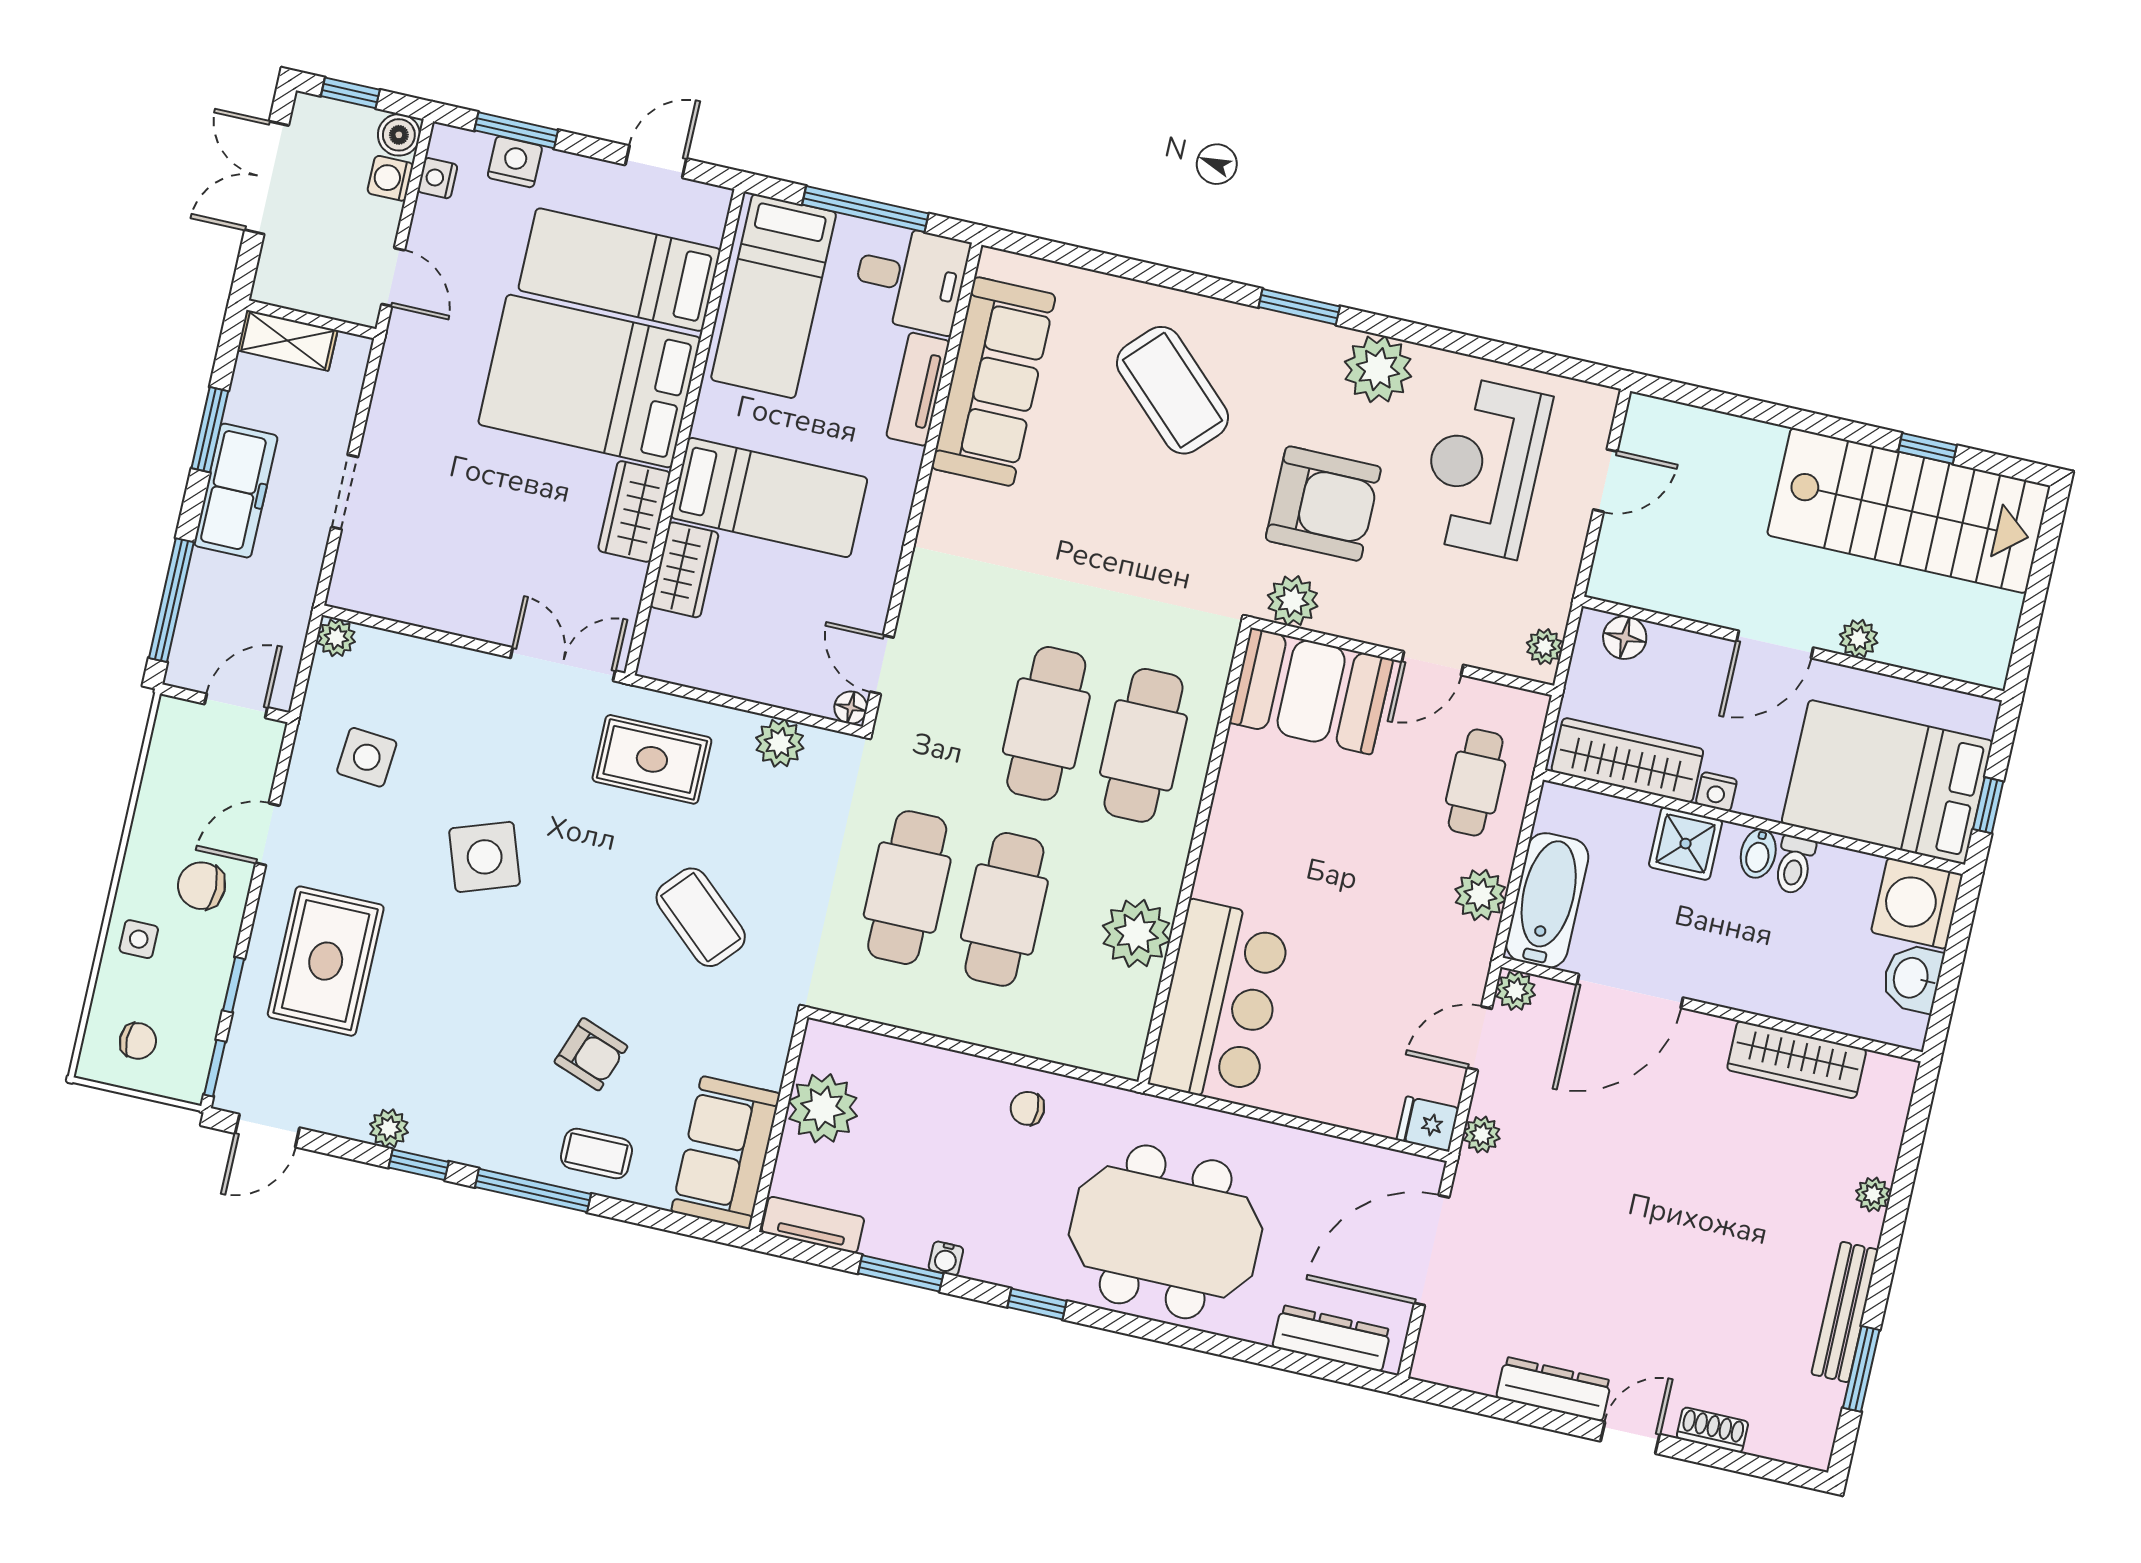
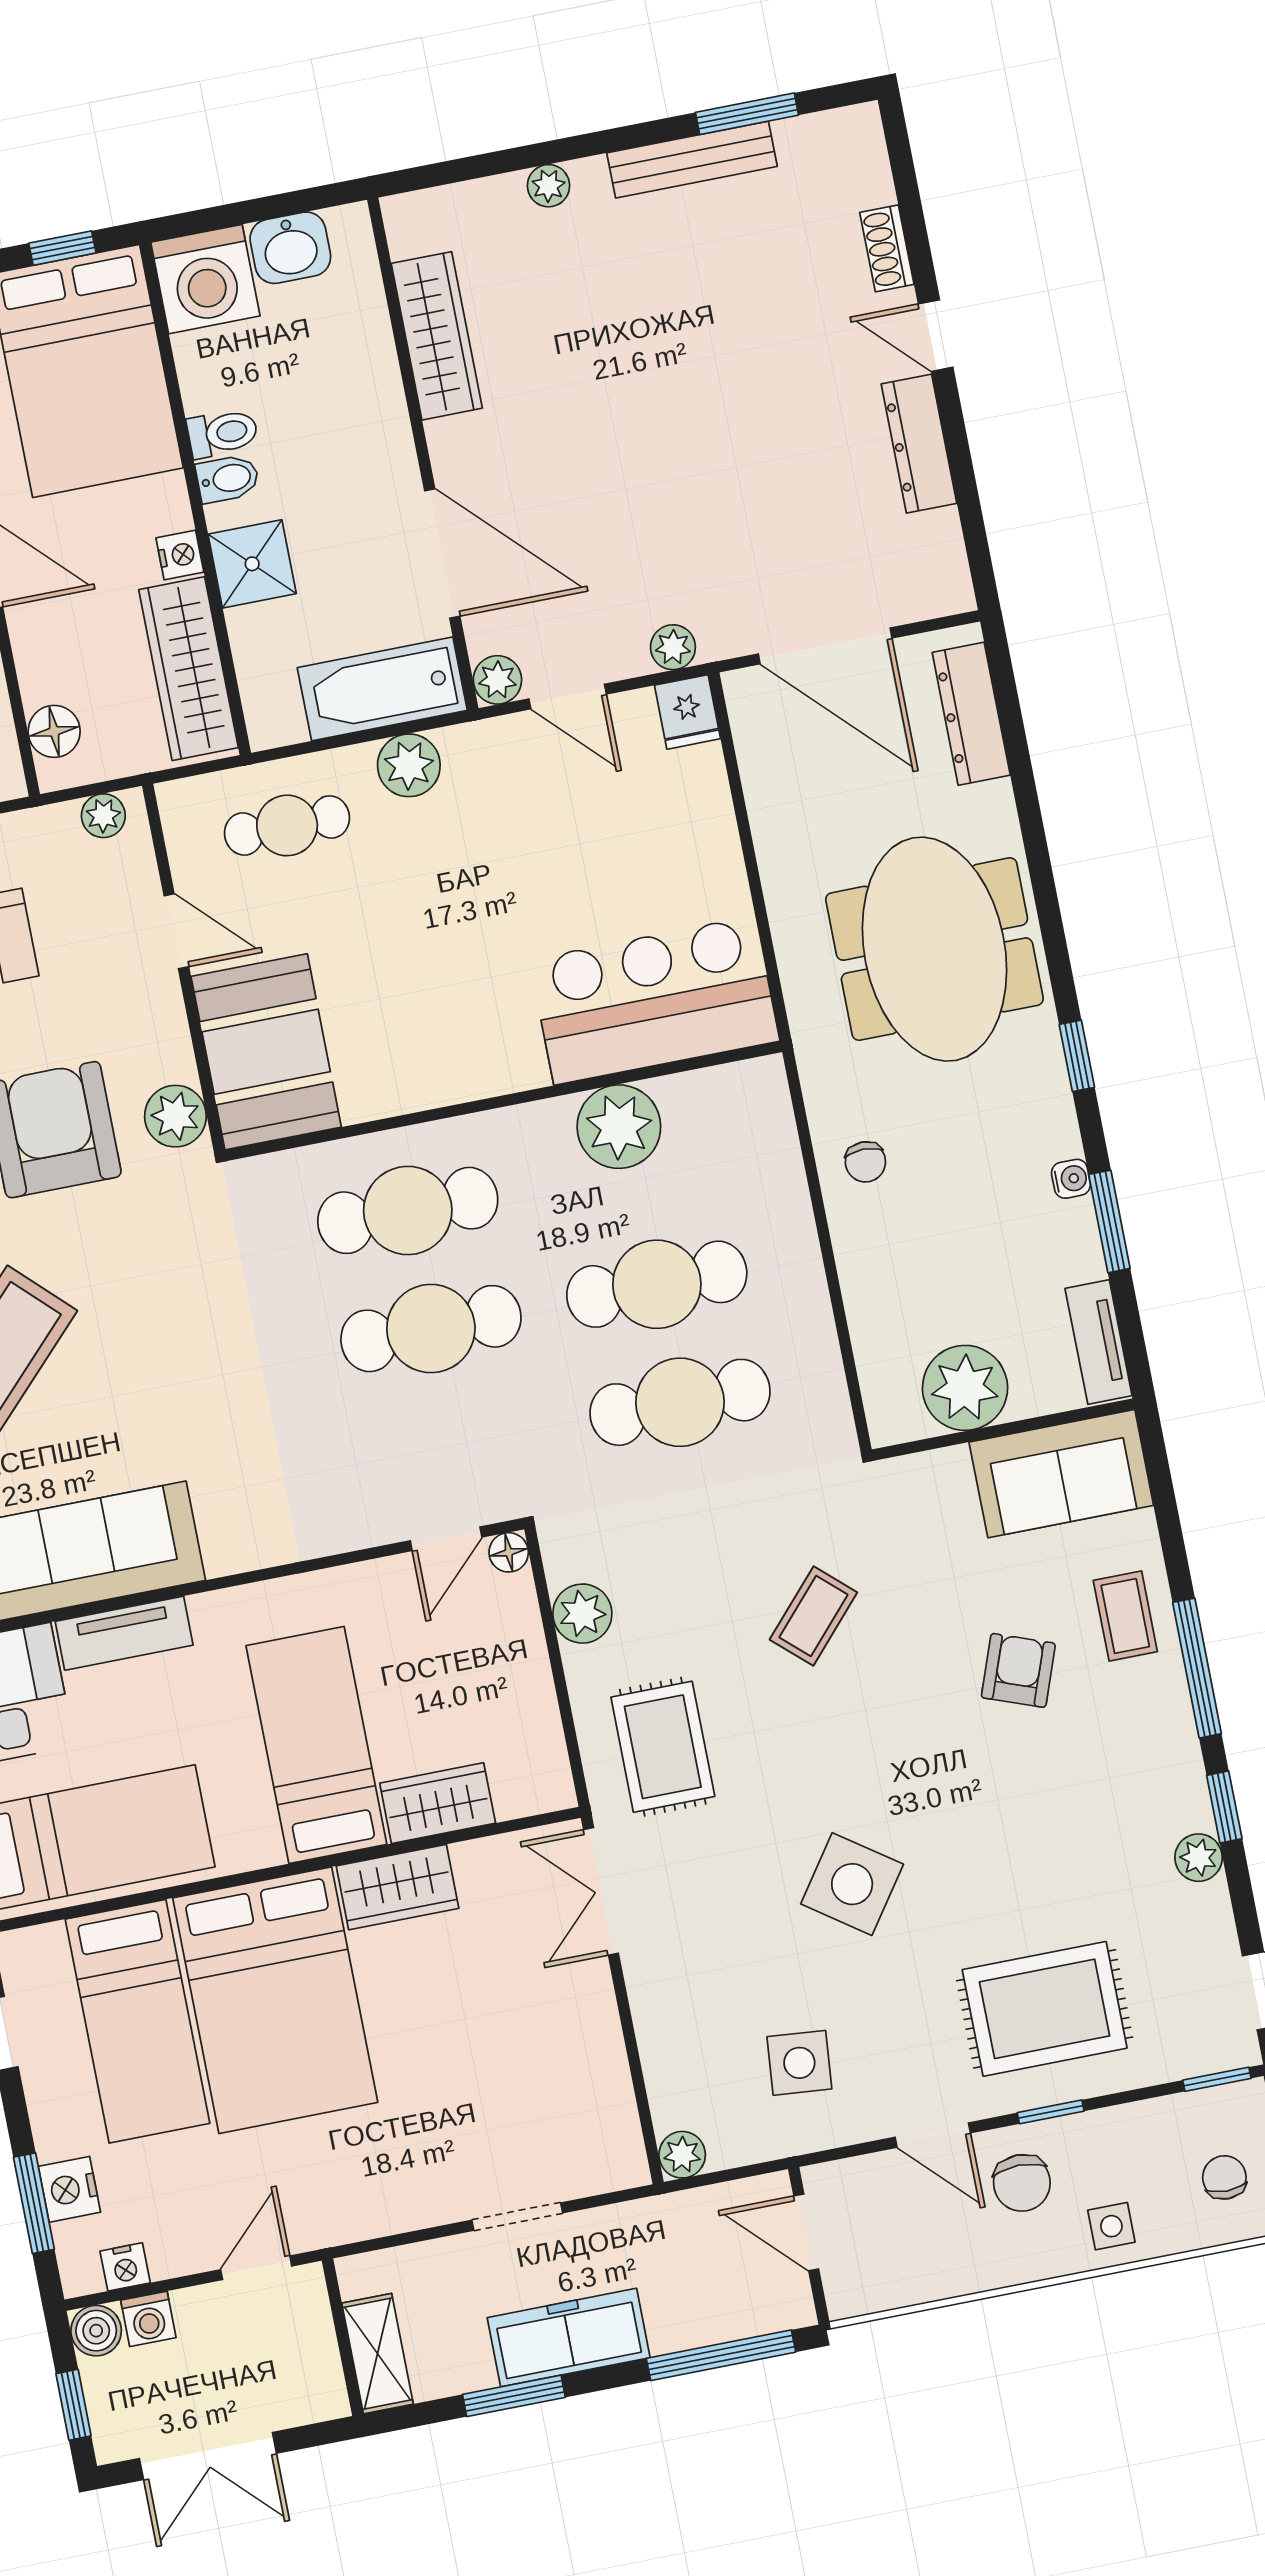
side table: (485, 857) -> (852, 1884), turned -36
coffee table: (701, 917) -> (813, 1616), width x0.73, depth x0.77
window: (234, 985) -> (1051, 2112), moved

